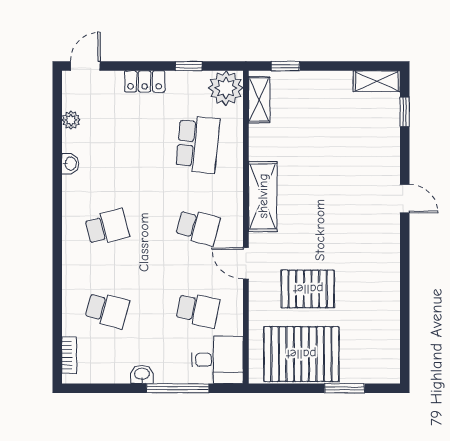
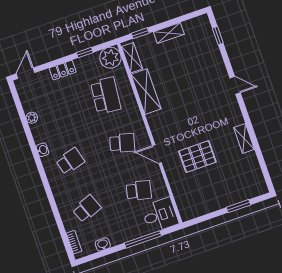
shelving: (377, 81) -> (169, 33), moved
plant: (71, 120) -> (32, 118), moved
washbasin: (70, 164) -> (43, 150), moved
shelving: (263, 196) -> (146, 92), moved
shelving: (390, 286) -> (244, 138), added
school desk: (107, 310) -> (87, 209), turned -36
pallet: (301, 354) -> (207, 195), removed
washbasin: (142, 374) -> (103, 244), moved

